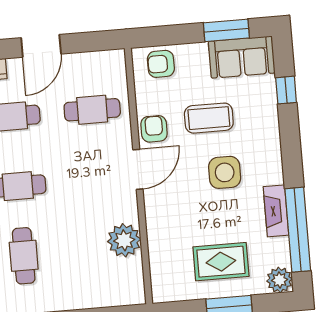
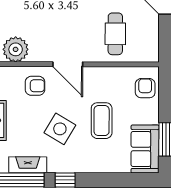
window: (286, 90) -> (65, 180), moved
armchair: (154, 129) -> (35, 86), moved
side table: (225, 172) -> (60, 129), turned 31

